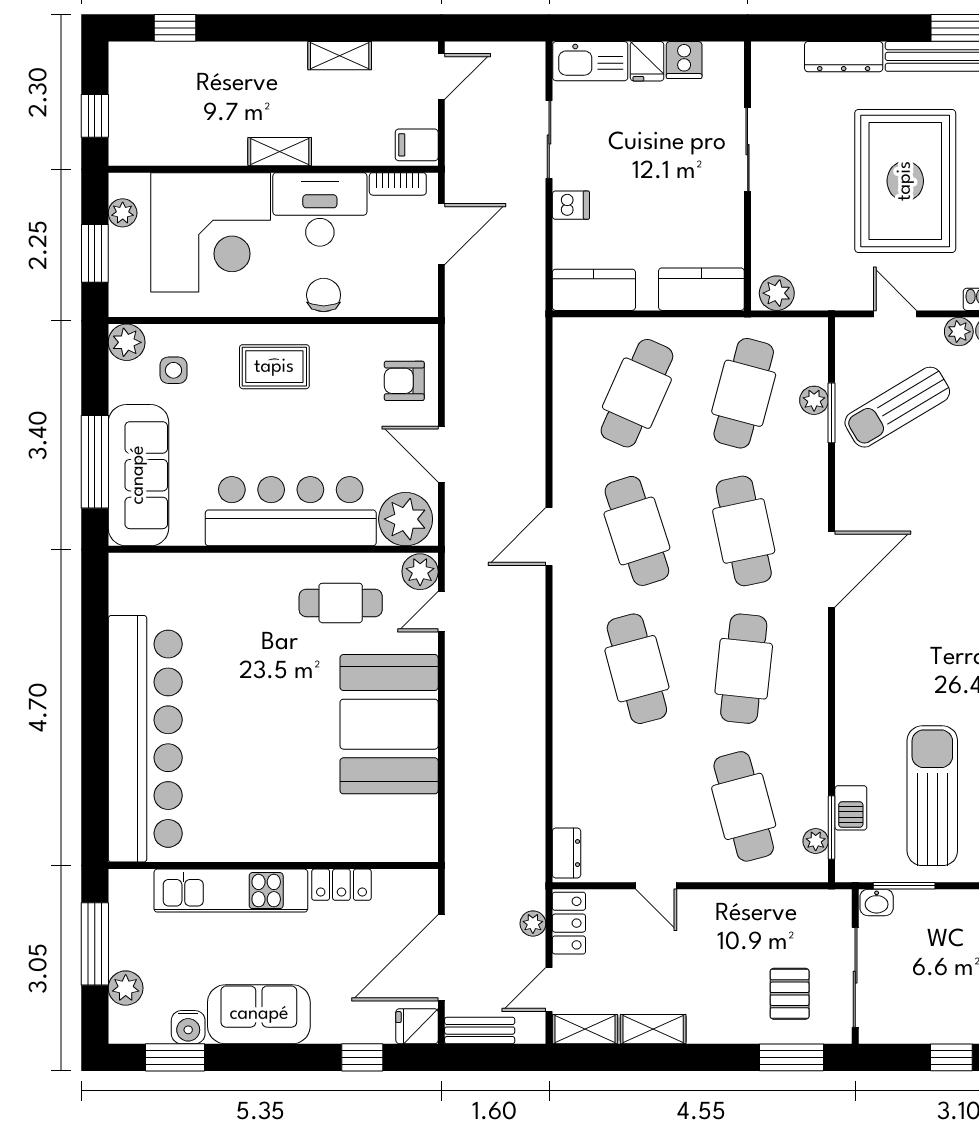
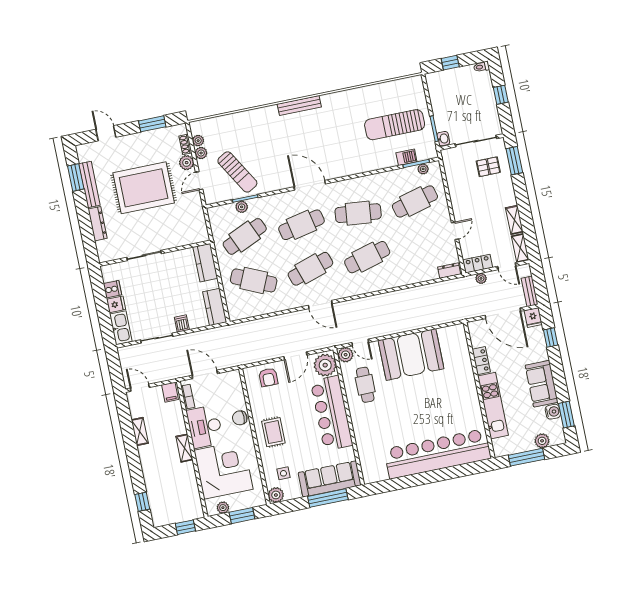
plant: (777, 293) -> (187, 163), moved
cafe table: (744, 393) -> (245, 236), turned -39

